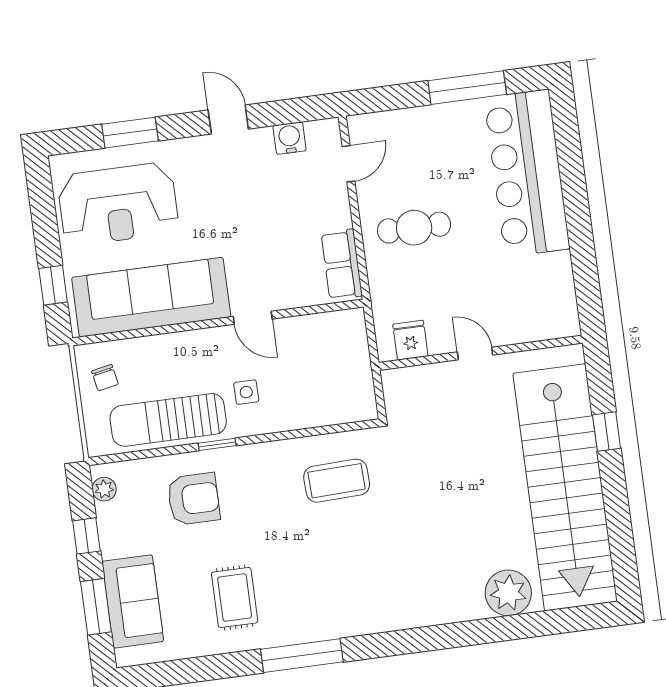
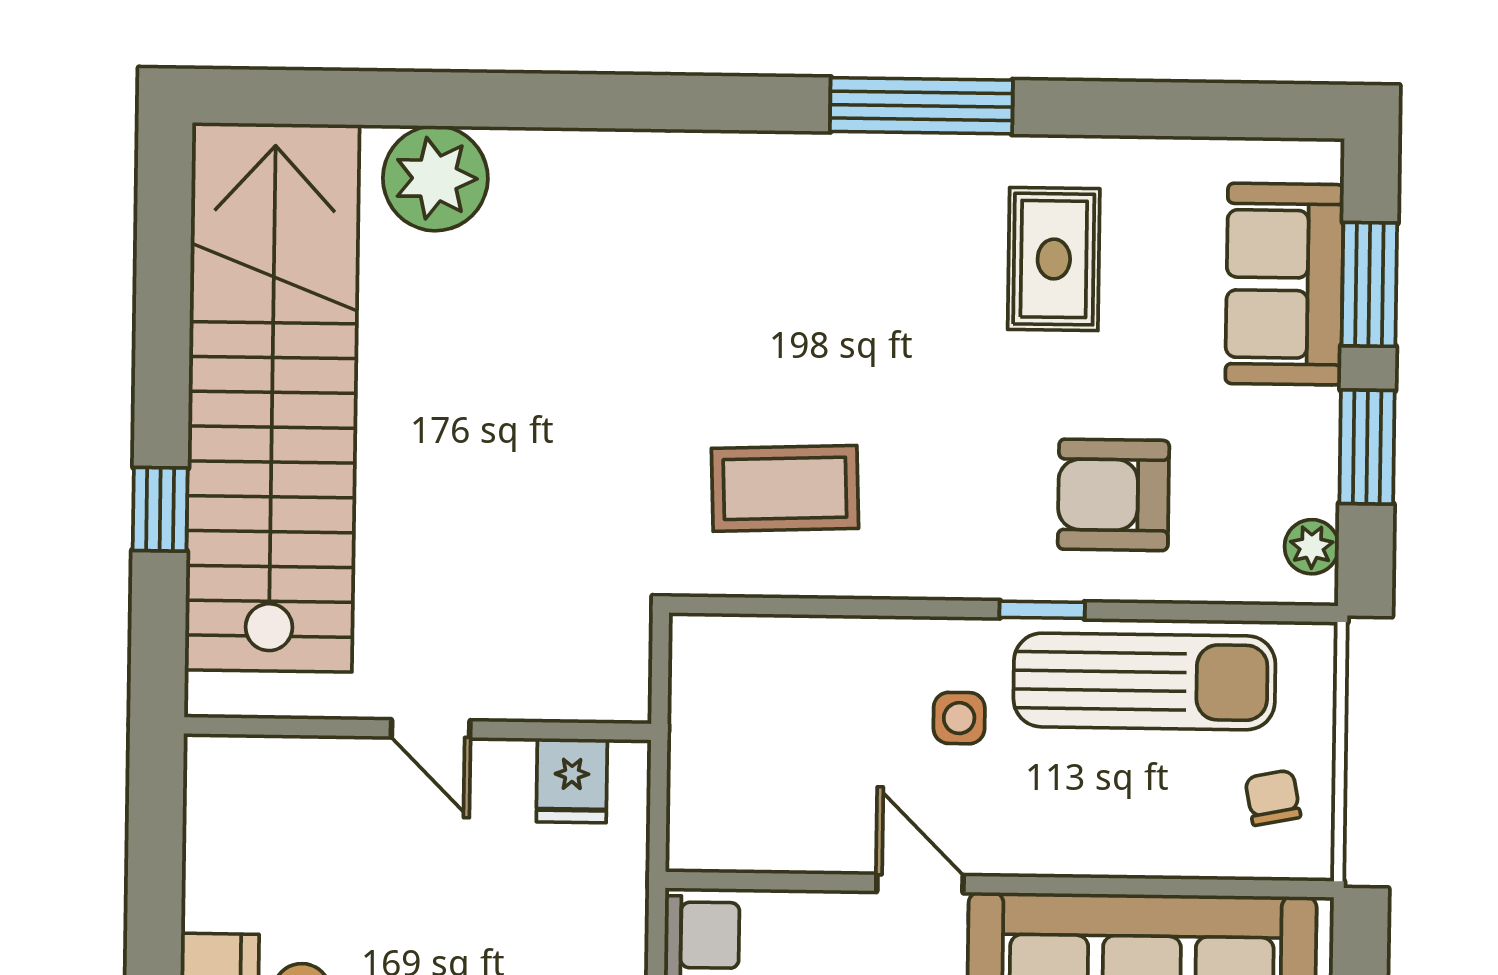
window: (86, 536) -> (1367, 447), width x1.50

